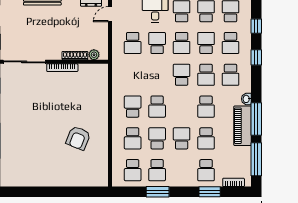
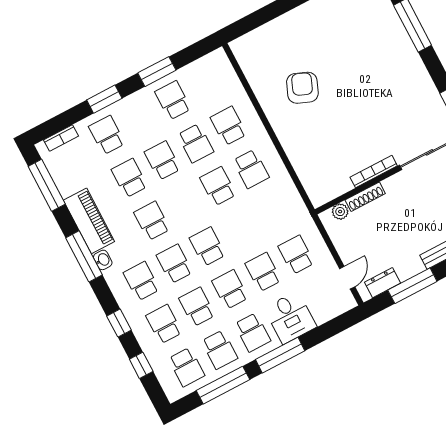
school desk: (157, 43) -> (263, 272), turned 180
school desk: (206, 43) -> (197, 307), turned 180
school desk: (182, 75) -> (208, 246), turned 180
window: (256, 119) -> (84, 256), moved
school desk: (182, 138) -> (162, 161), turned 180
school desk: (133, 170) -> (206, 83), removed
window: (210, 192) -> (104, 99), moved

